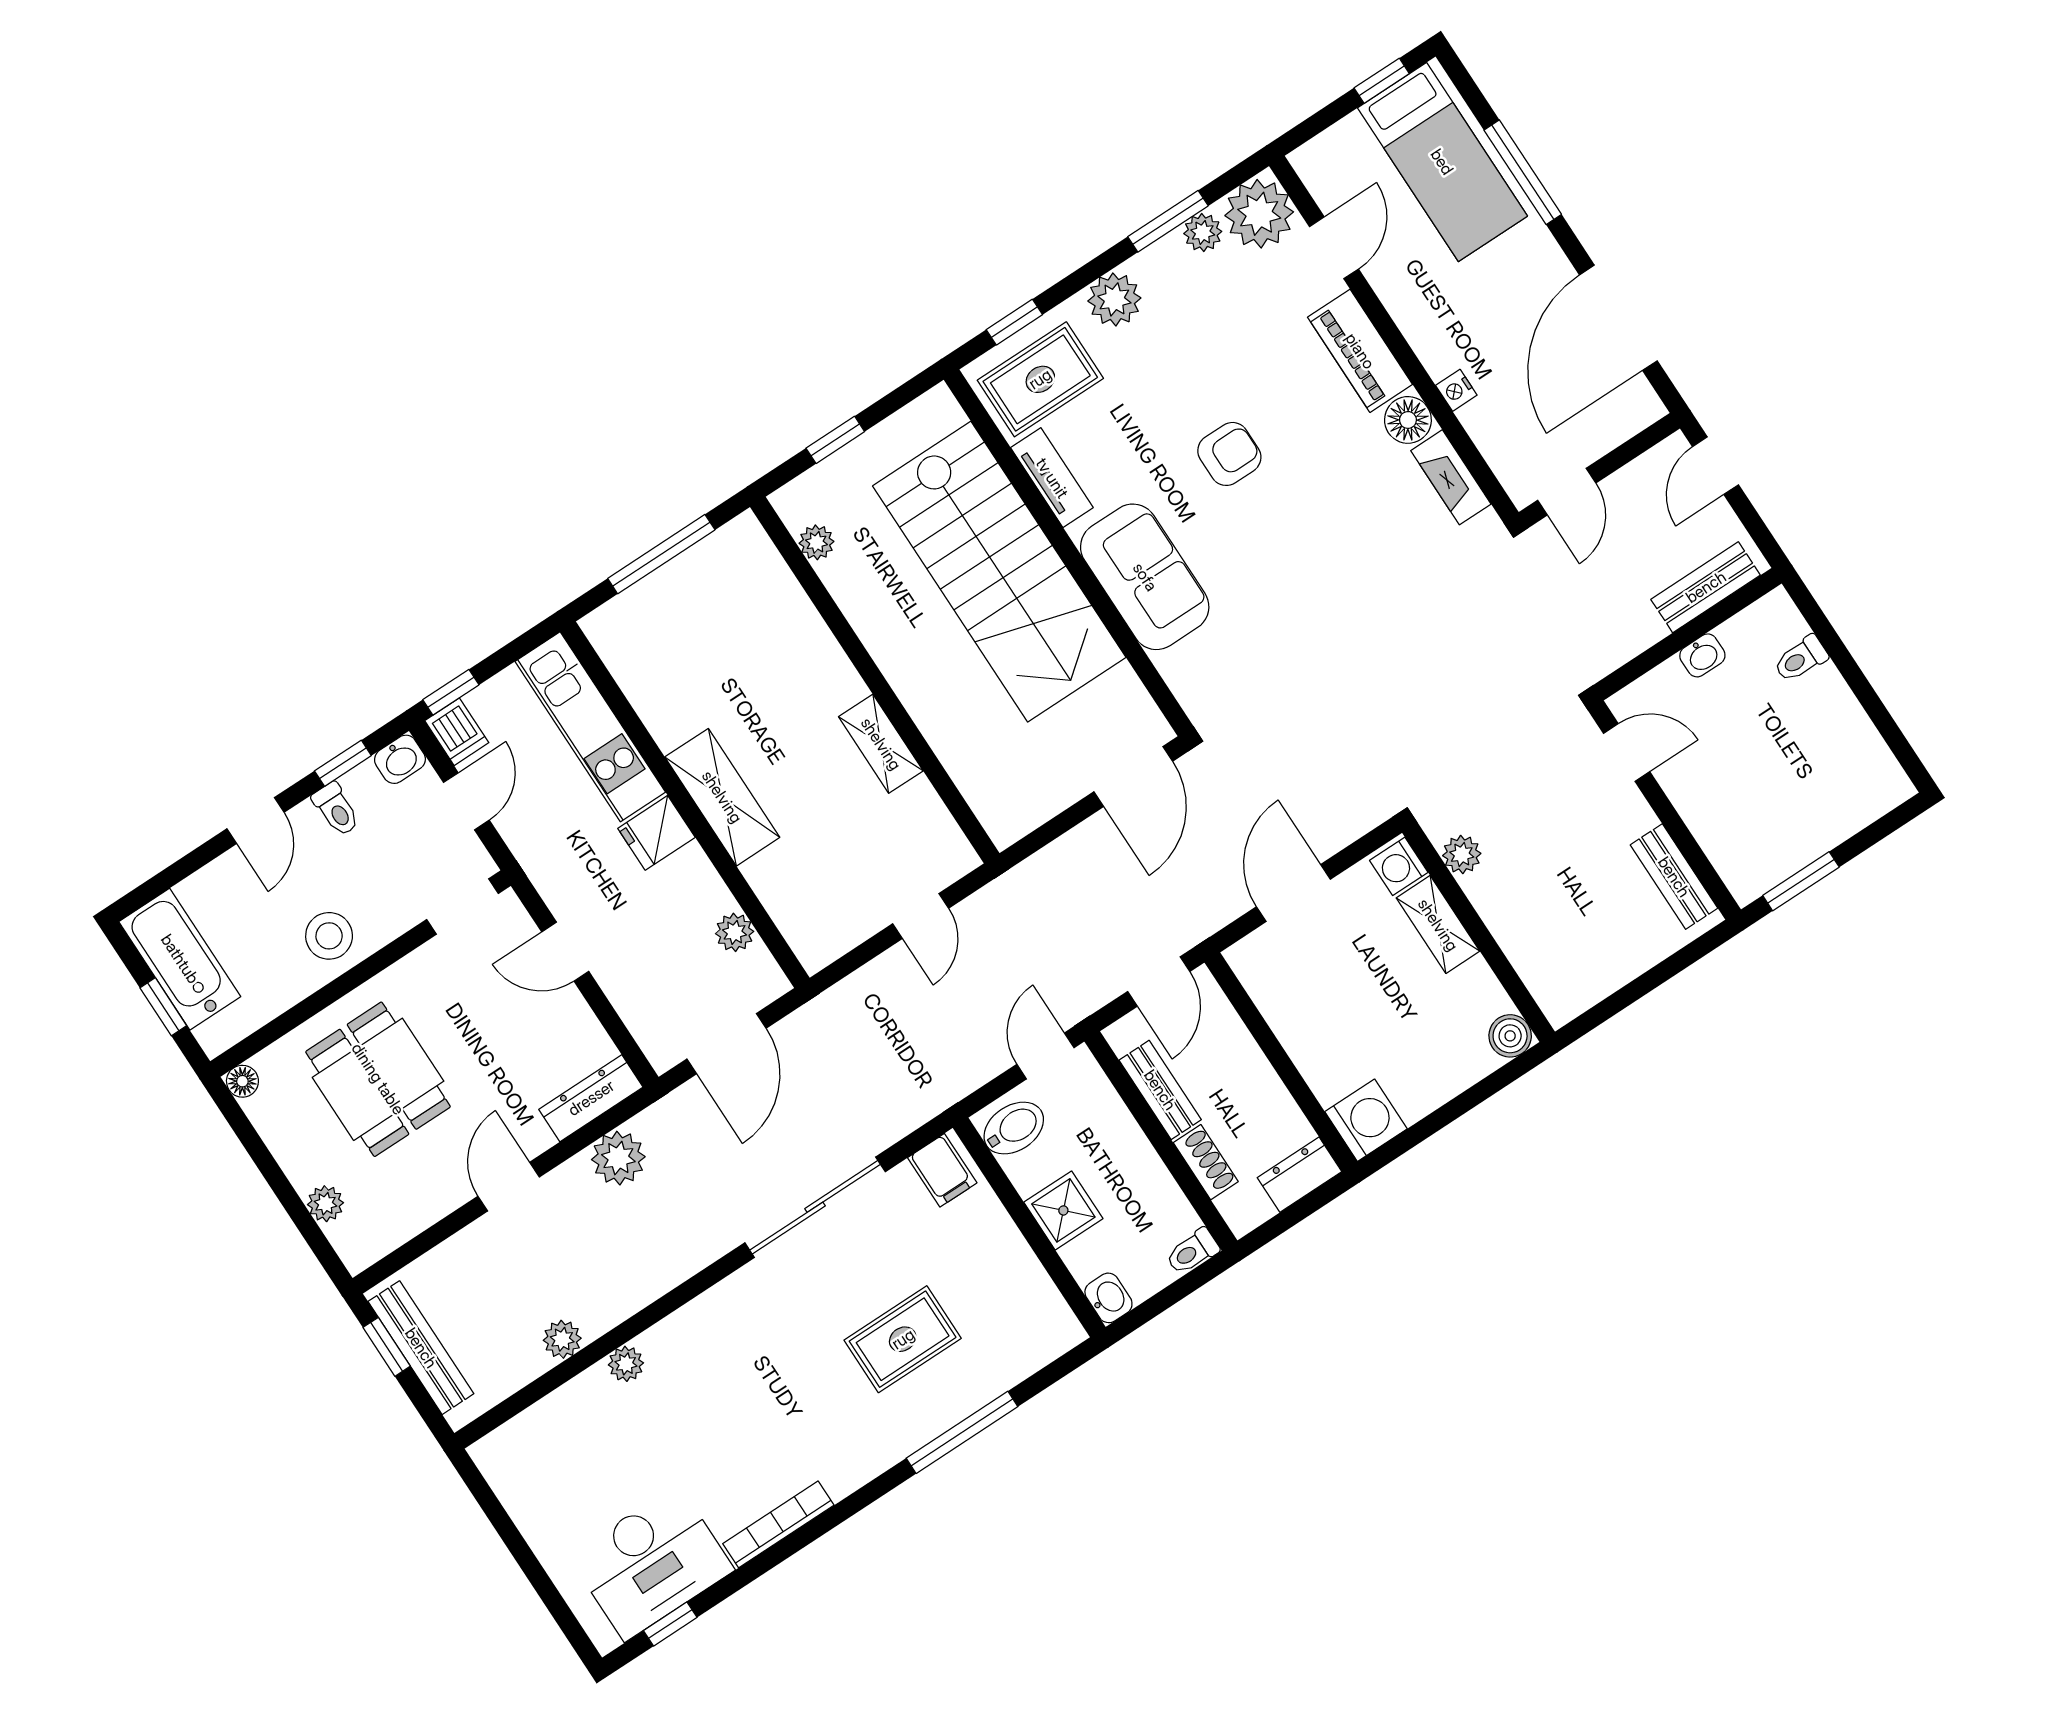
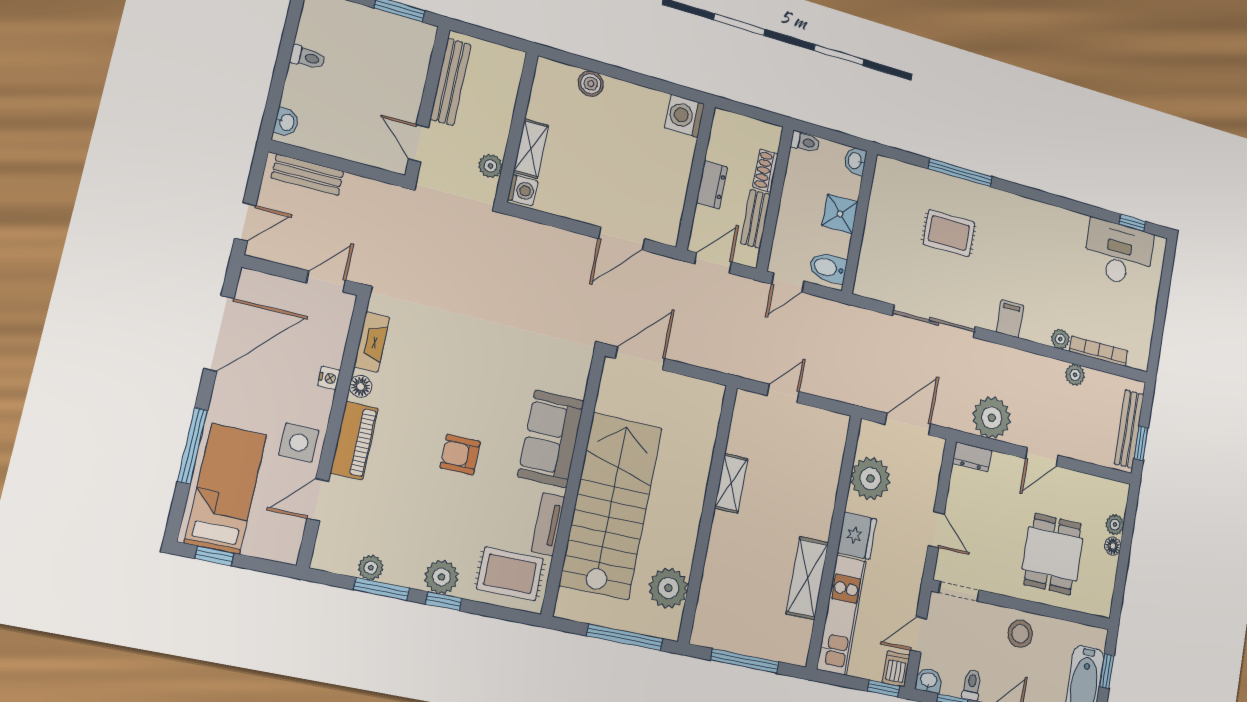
plant: (1259, 214) -> (336, 550), removed
side table: (1417, 288) -> (299, 443), added
window: (1014, 322) -> (444, 601), moved
floor lamp: (1408, 420) -> (361, 386), width x0.73, depth x0.73
window: (835, 440) -> (625, 637), width x2.17
plant: (816, 542) -> (668, 588), width x1.87, depth x1.87
washbasin: (1702, 655) -> (286, 122), moved, turned 90
toilet: (1801, 659) -> (307, 57), moved
shelving: (722, 797) -> (807, 578), moved
fridge: (656, 833) -> (857, 536), width x1.38
plant: (1462, 855) -> (490, 166), moved
washing machine: (1399, 866) -> (523, 190), moved
bench: (1674, 877) -> (451, 82), width x1.36
shelving: (1438, 925) -> (531, 149), moved
plant: (735, 932) -> (870, 478), width x1.87, depth x1.87
wall: (1479, 932) -> (517, 127), moved
floor lamp: (242, 1081) -> (1113, 546), moved
dresser: (591, 1098) -> (972, 457), width x0.70
plant: (618, 1158) -> (992, 418), width x1.36, depth x1.36
filing cabinet: (942, 1170) -> (1010, 319), moved
dresser: (1299, 1175) -> (712, 185), moved, turned -90
bookcase: (778, 1524) -> (1099, 351), moved, turned 180

